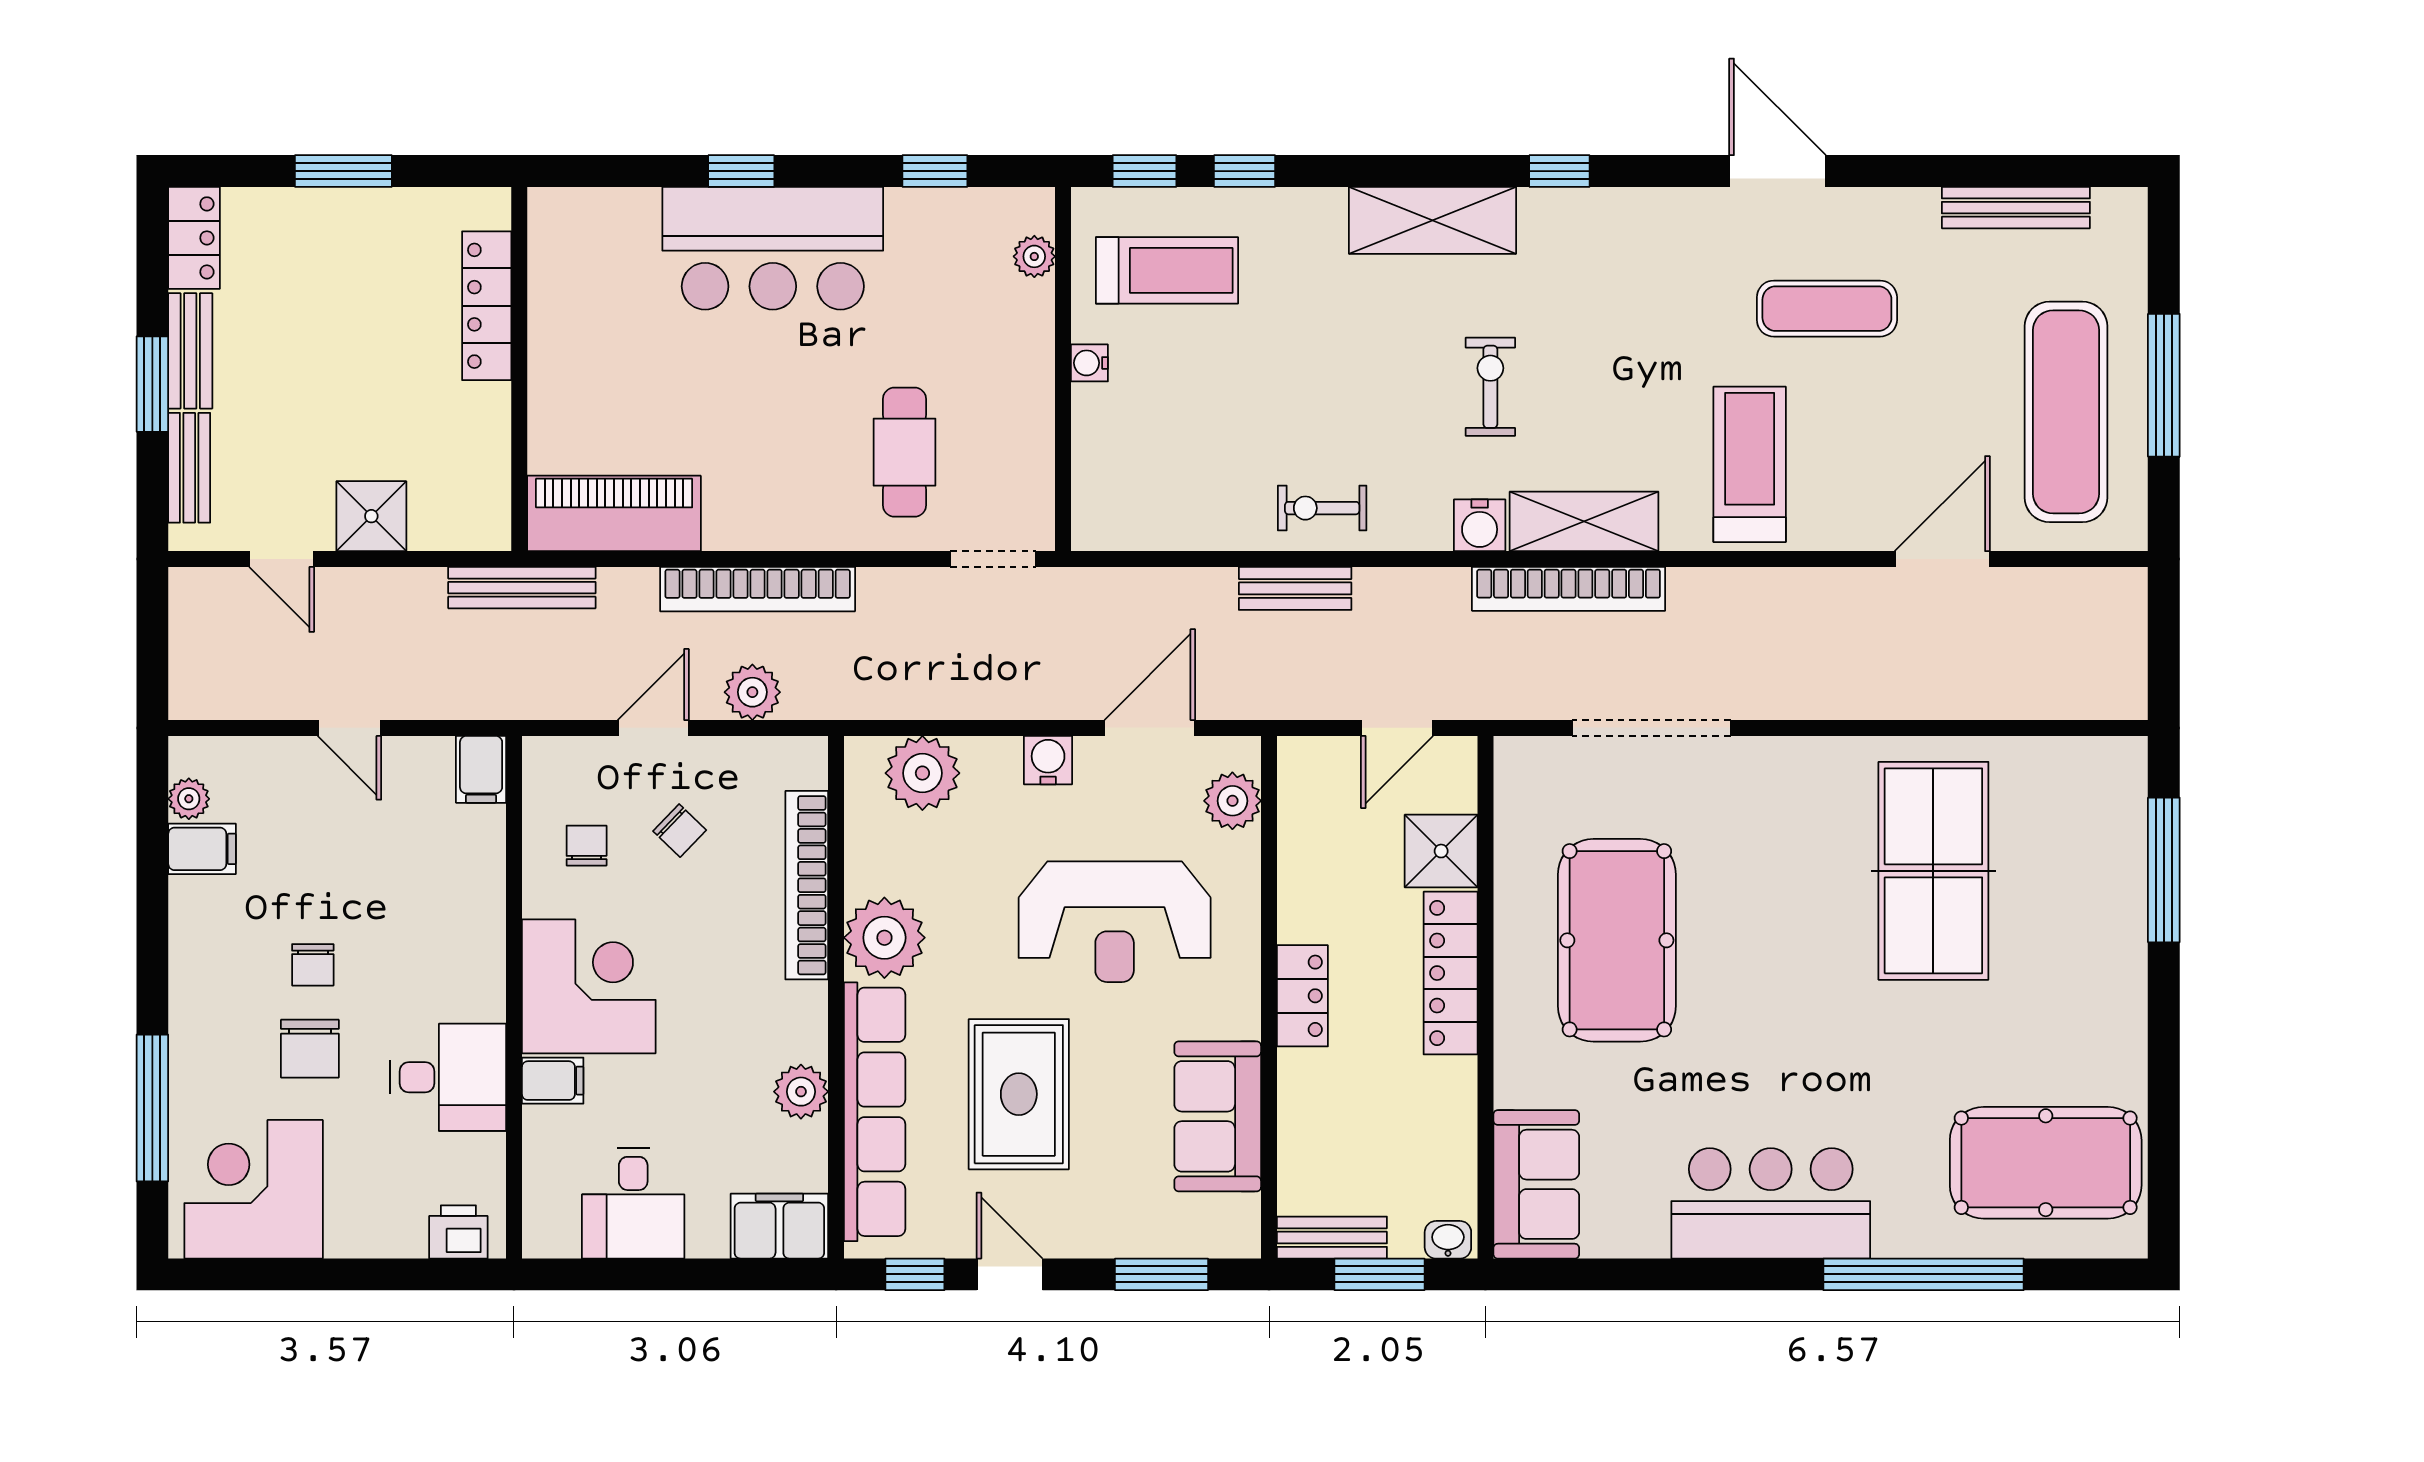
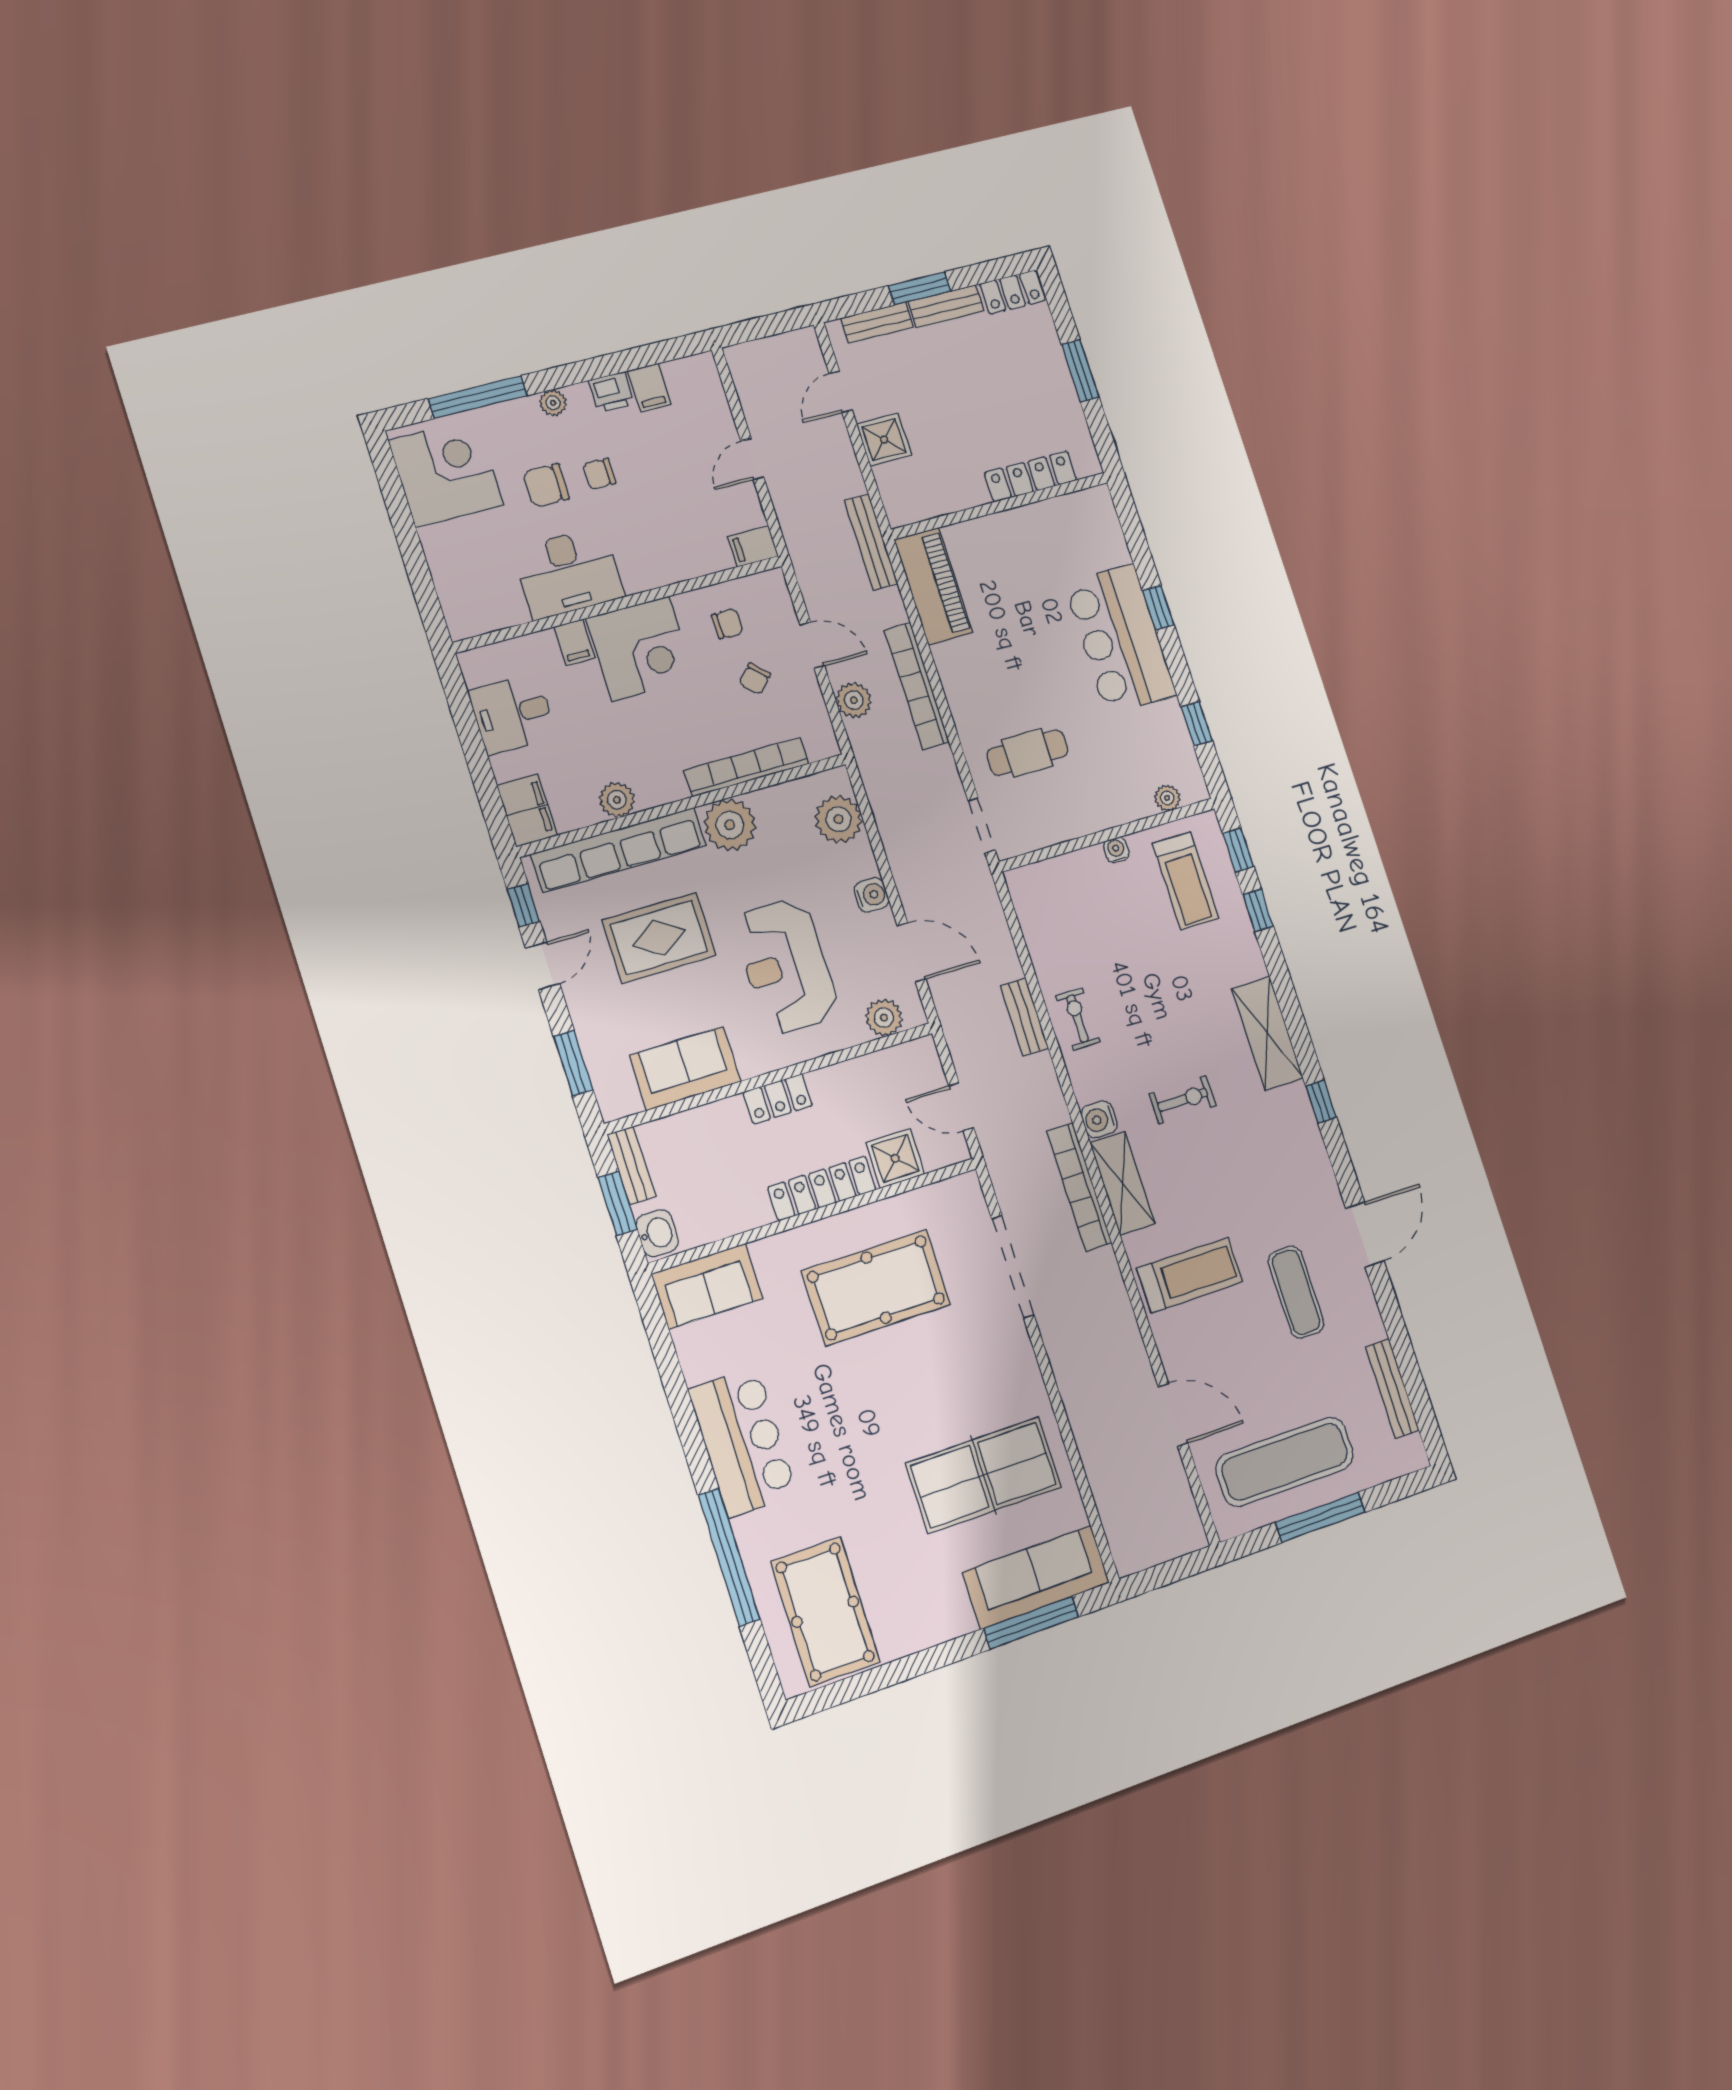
plant: (189, 799) -> (553, 403), moved
sofa: (2103, 842) -> (1036, 1577), added
desk: (448, 1077) -> (568, 573), width x1.37
printer: (458, 1232) -> (612, 392), moved, turned 90
washbasin: (1448, 1240) -> (657, 1233), width x1.38, depth x1.45

